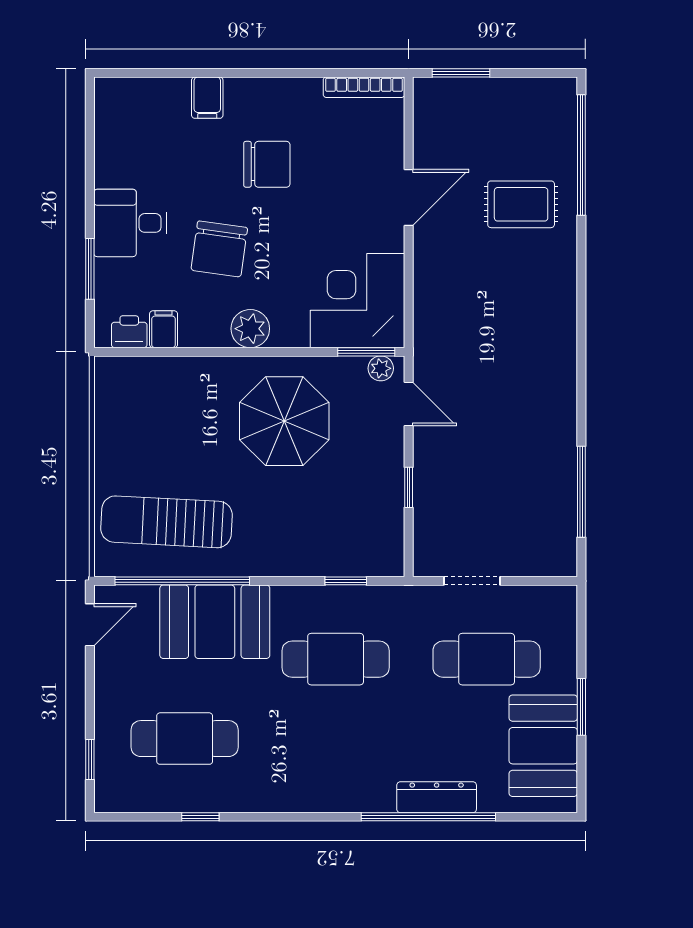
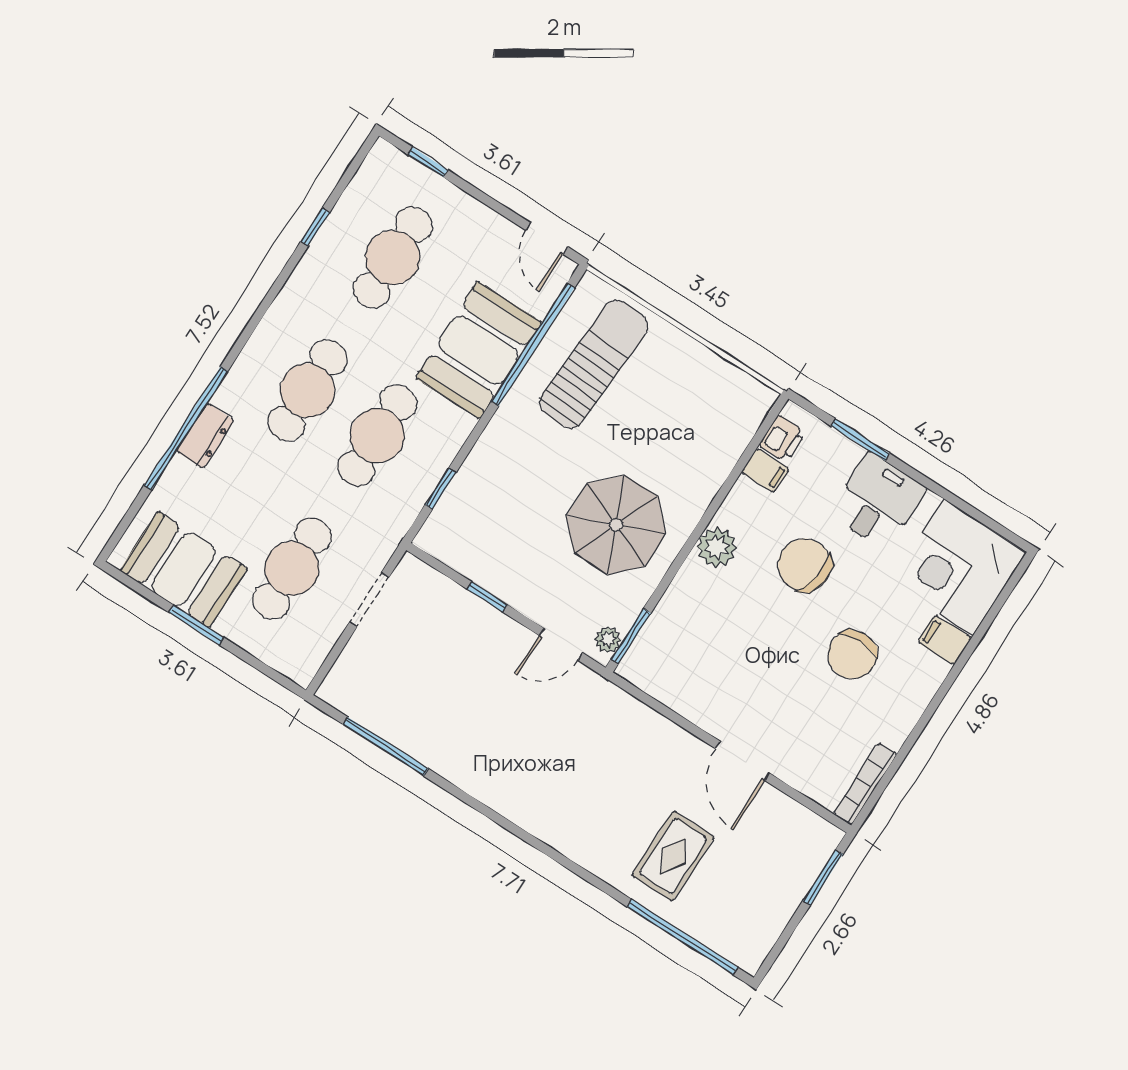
corner desk: (358, 301) -> (958, 567), moved, turned 180
cafe table: (336, 739) -> (307, 391), added
dresser: (437, 797) -> (205, 436), width x0.70

